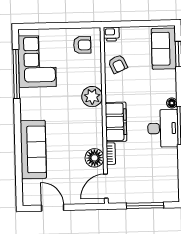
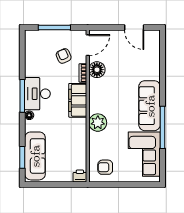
sofa: (164, 49) -> (35, 156), width x1.36
armchair: (118, 64) -> (64, 56), moved
window: (16, 74) -> (163, 127), moved
sofa: (33, 149) -> (150, 106), moved

